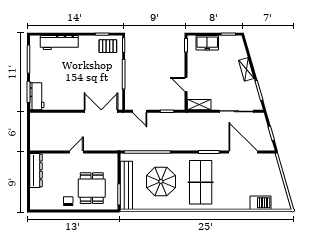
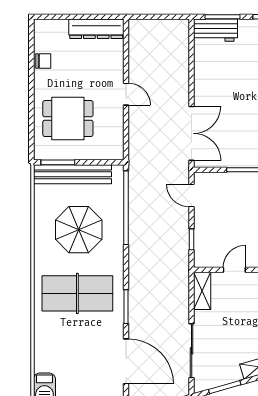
door: (140, 111) -> (192, 196), hinge flipped
door: (243, 152) -> (126, 361), hinge flipped
chair: (68, 201) -> (43, 61), moved

